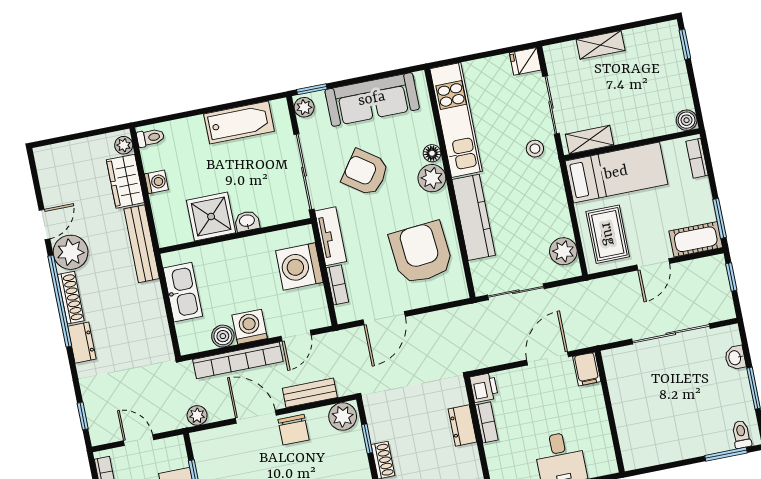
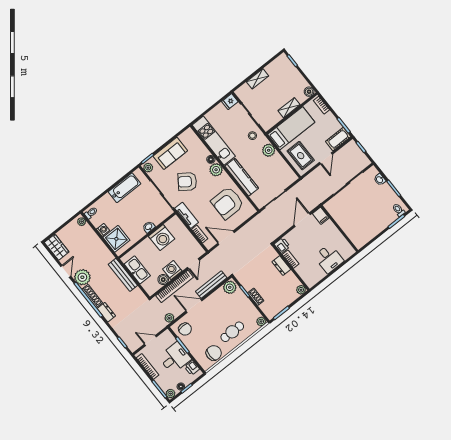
sofa: (372, 99) -> (170, 153), width x0.73
shelving: (590, 140) -> (289, 108), moved
wardrobe: (125, 181) -> (57, 247), moved, turned 180
shower: (211, 217) -> (116, 239), moved
bench: (142, 244) -> (123, 275), moved
plant: (563, 251) -> (269, 150), moved
armchair: (421, 253) -> (227, 203), turned -85
washing machine: (299, 267) -> (162, 238), moved, turned -90
door: (384, 318) -> (226, 238), swing flipped
bench: (310, 393) -> (211, 285), width x1.36
chair: (294, 430) -> (185, 329), moved

